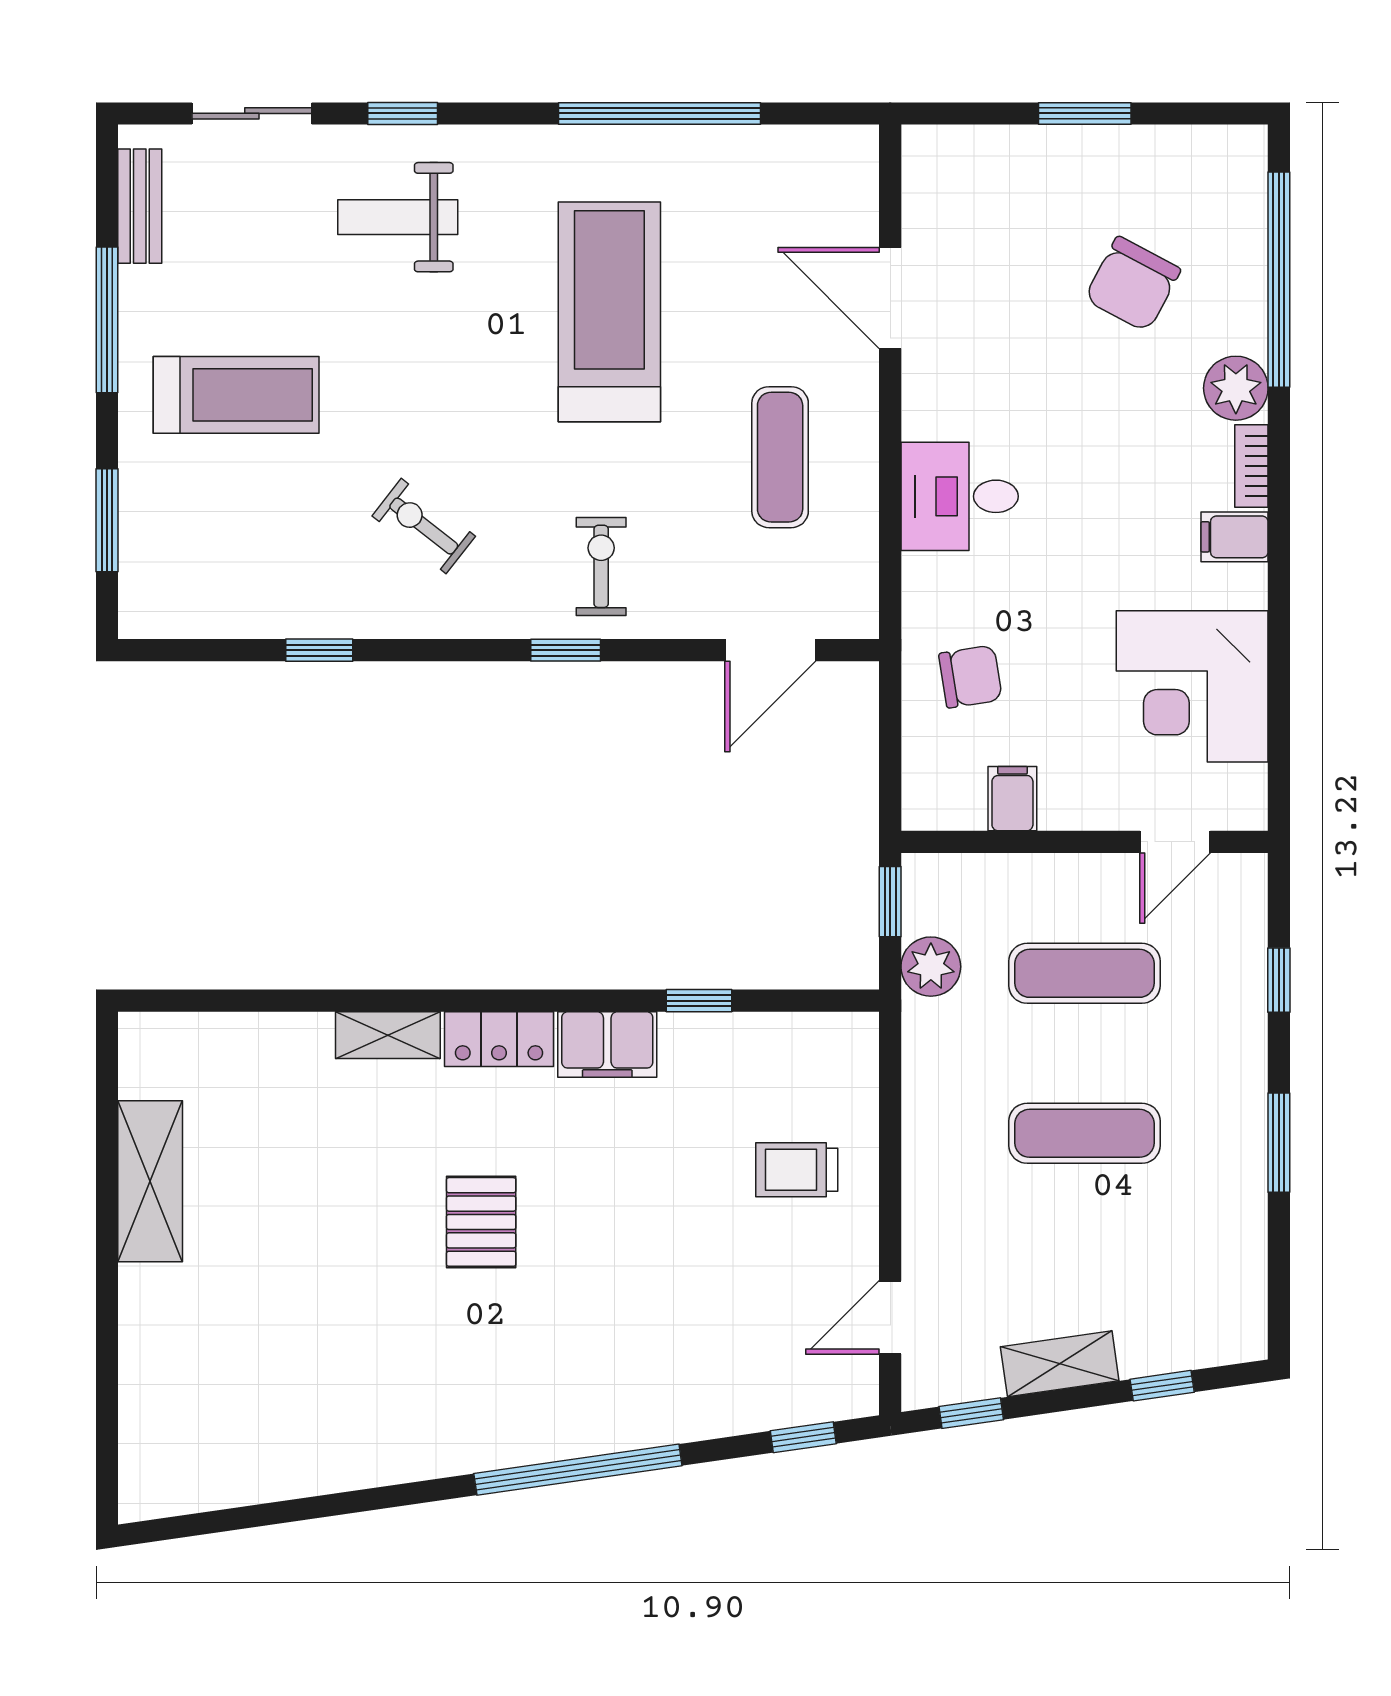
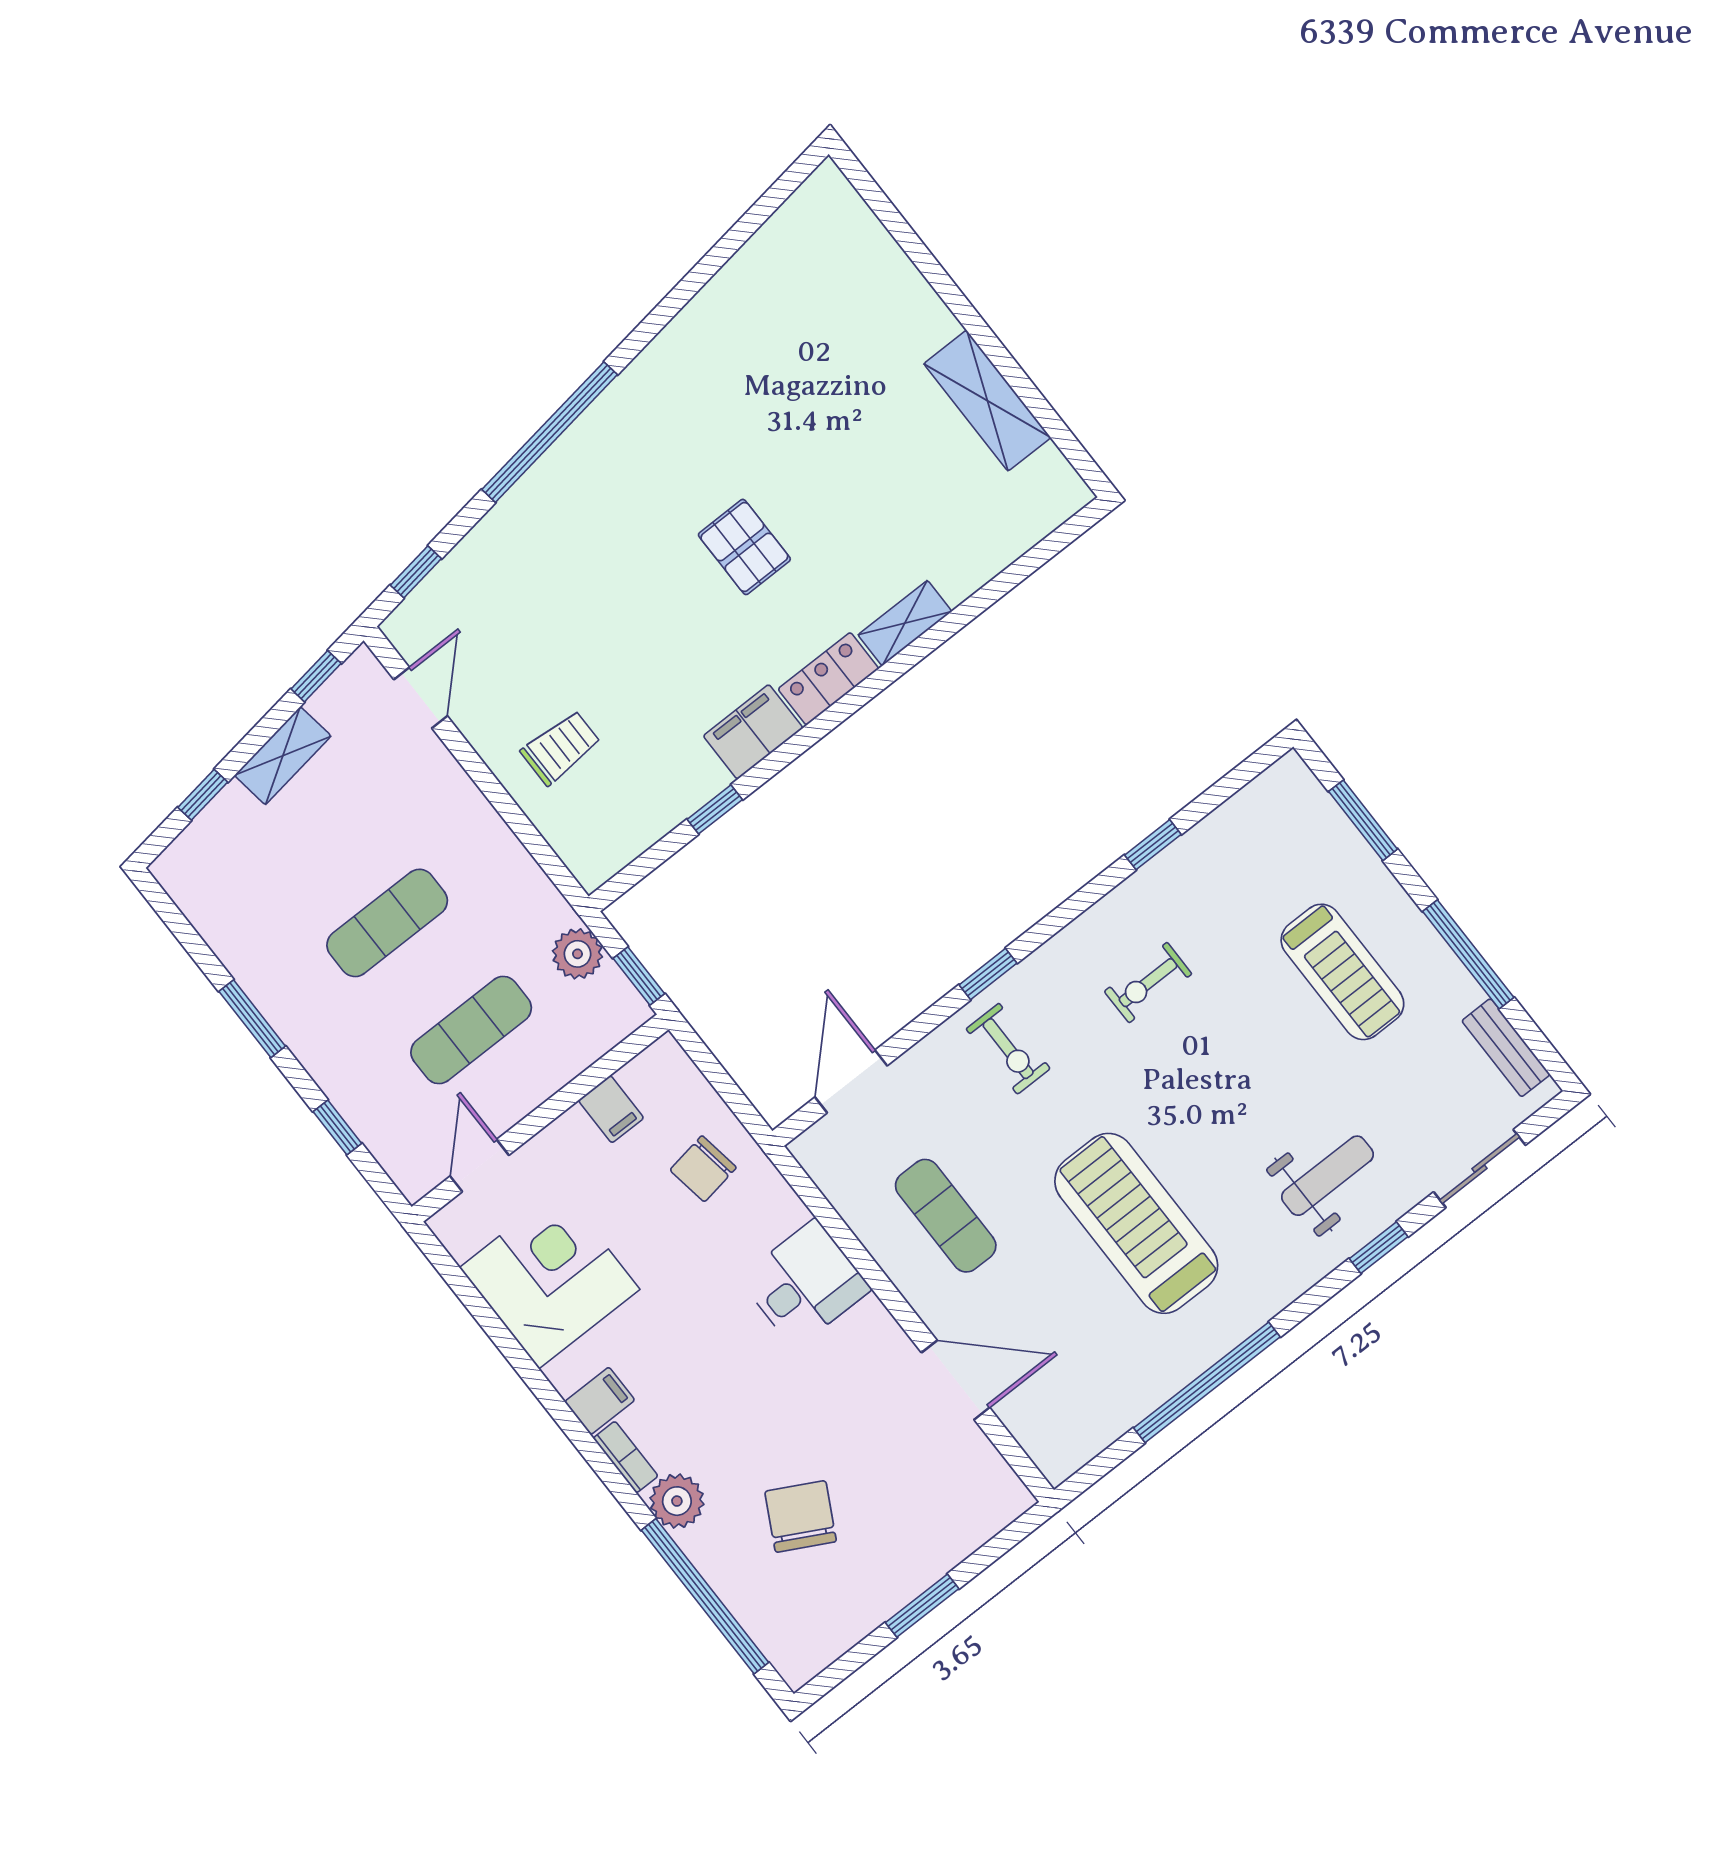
treadmill: (609, 312) -> (1136, 1223), turned 180
treadmill: (236, 395) -> (1342, 972), turned -90
exercise bike: (424, 526) -> (1148, 983), turned 142

